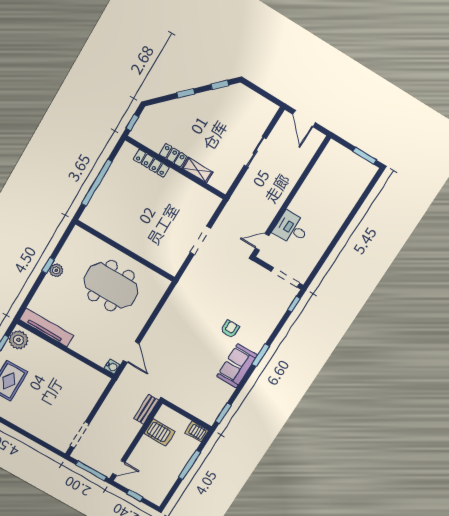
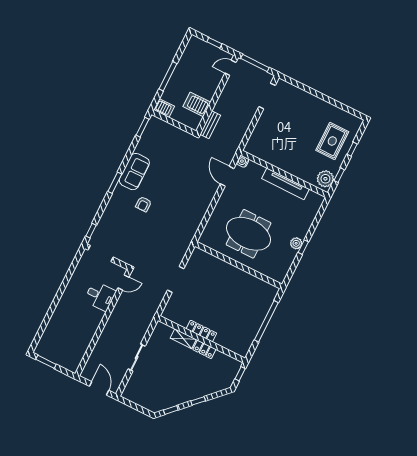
locker: (151, 163) -> (201, 331), moved
tv unit: (46, 328) -> (285, 184), moved

